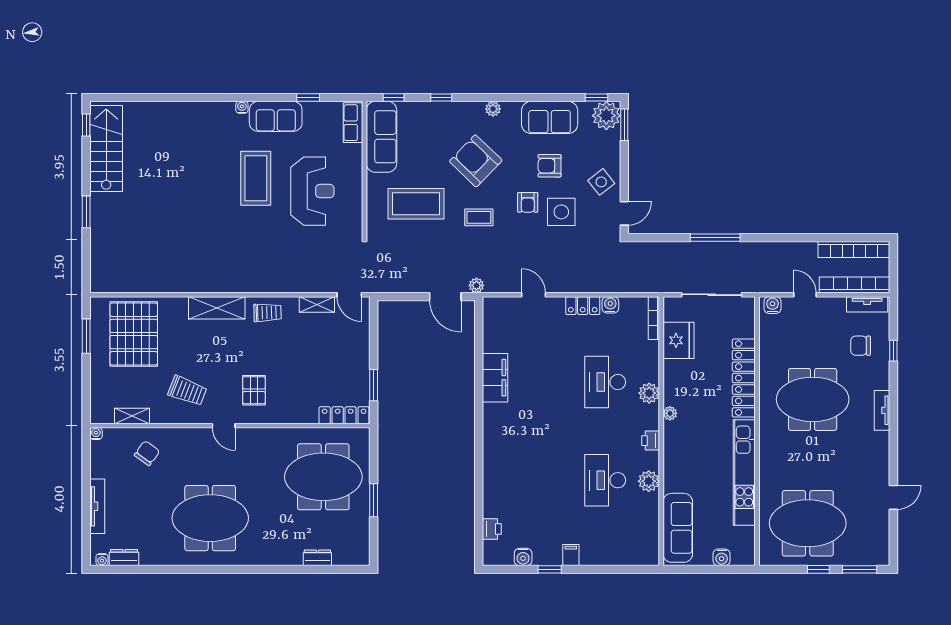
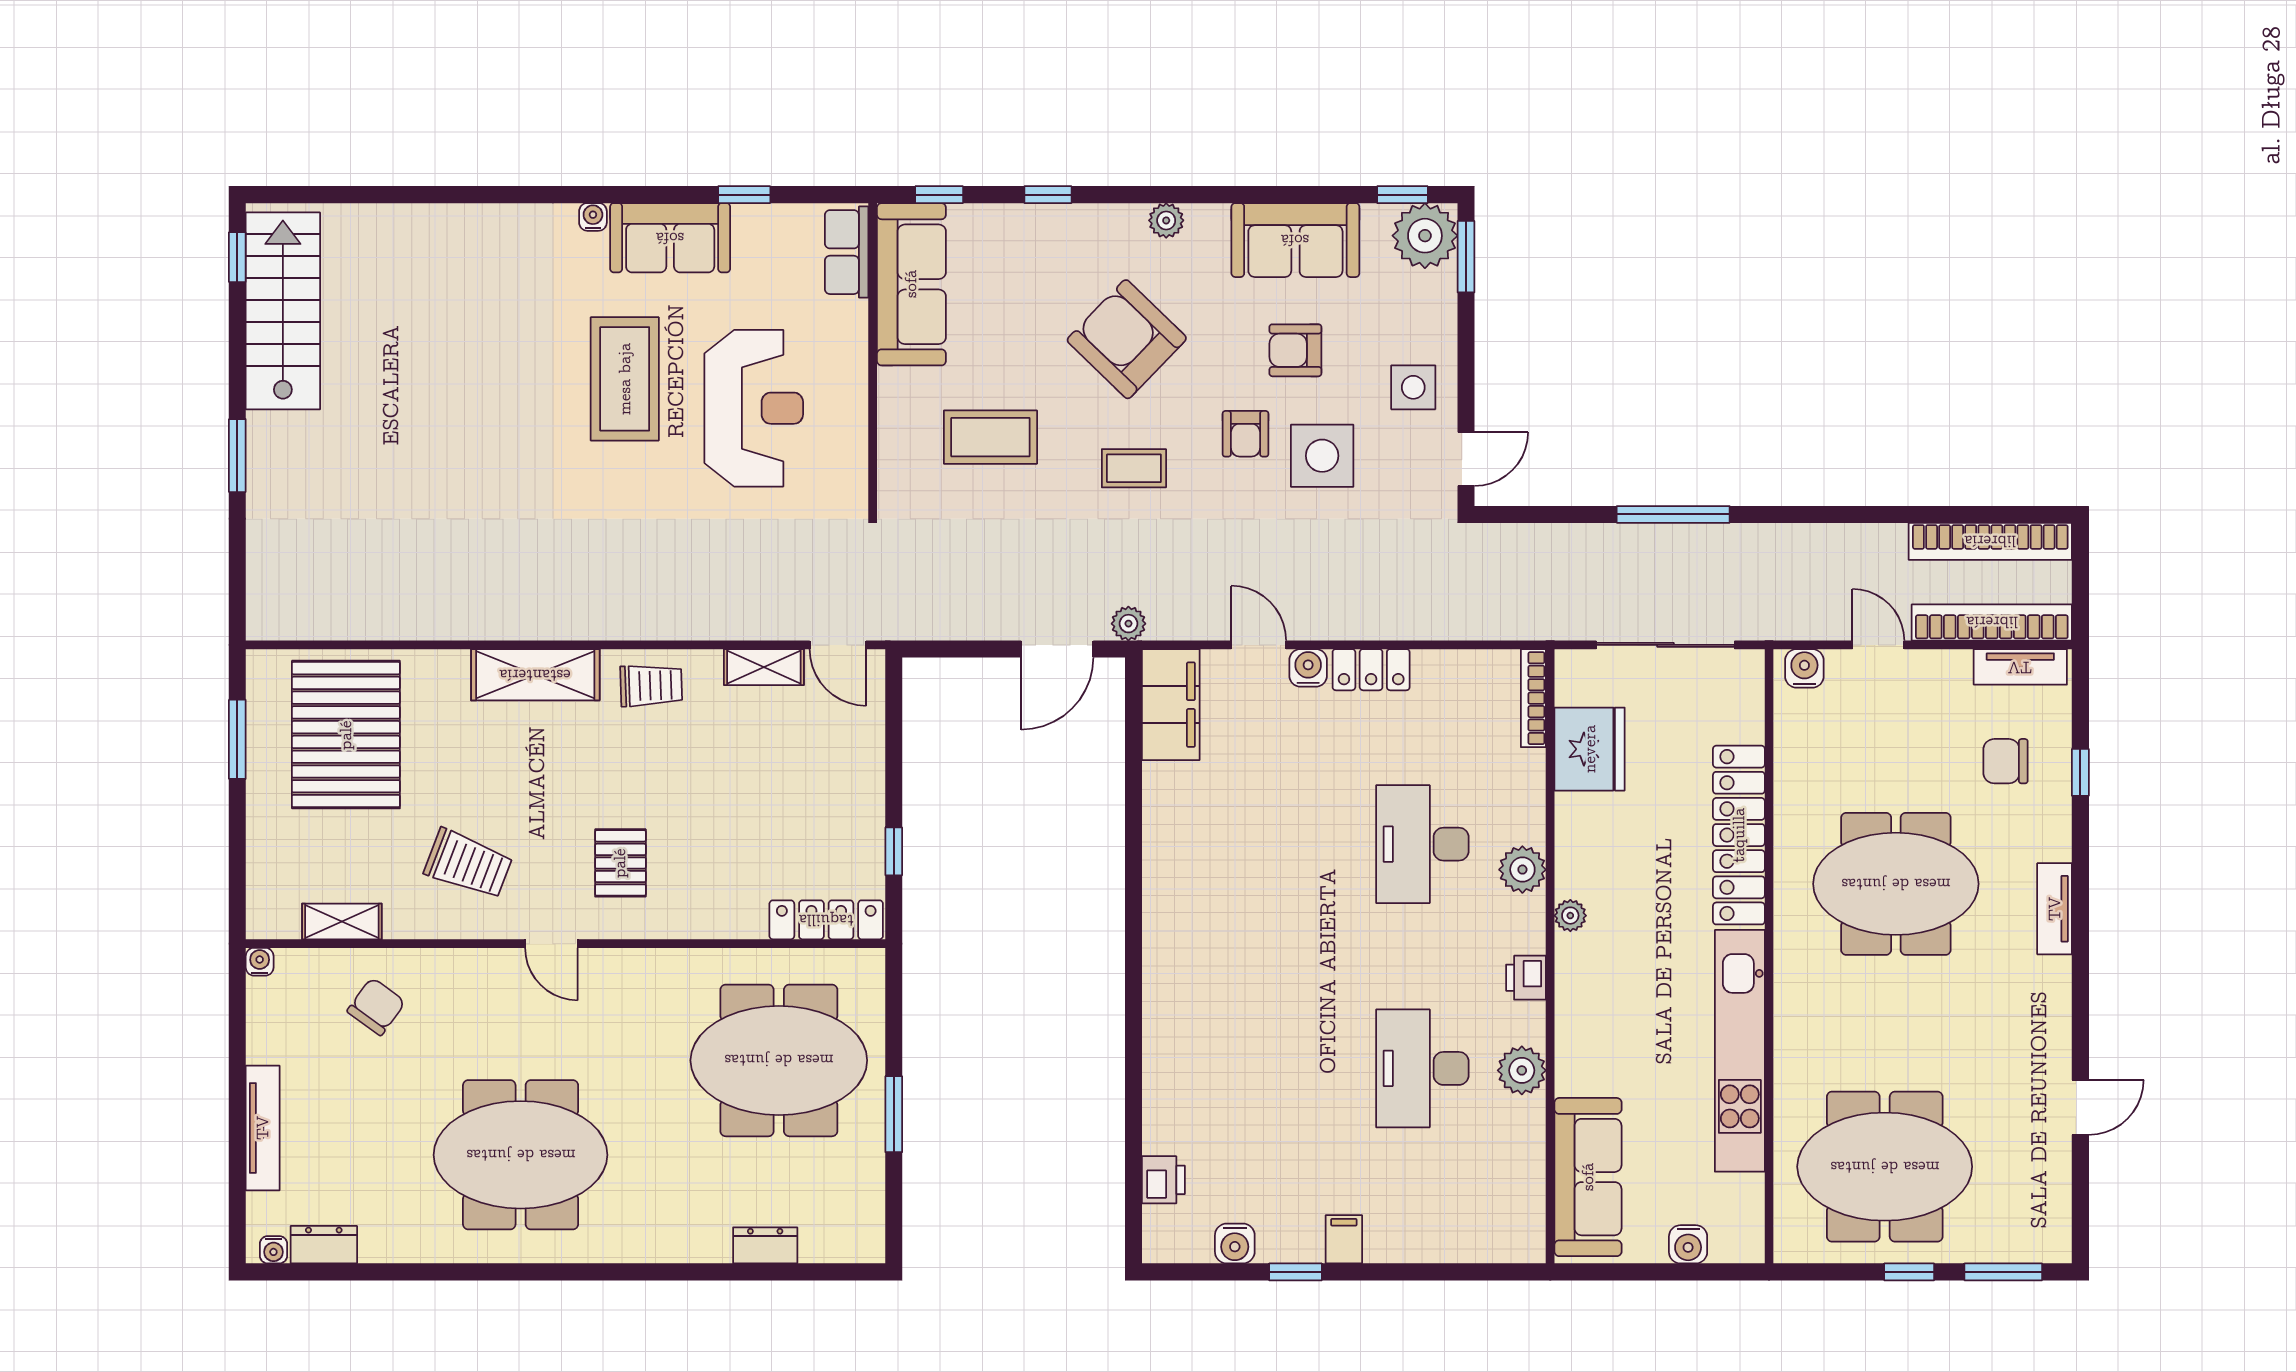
side table: (601, 182) -> (1413, 387), turned 38
coffee table: (416, 204) -> (990, 437), width x0.73, depth x0.76
door: (445, 297) -> (1057, 649), hinge flipped
water cooler: (610, 305) -> (1308, 668), moved
filing cabinet: (495, 378) -> (1171, 705), moved
window: (374, 385) -> (894, 851), width x0.67

